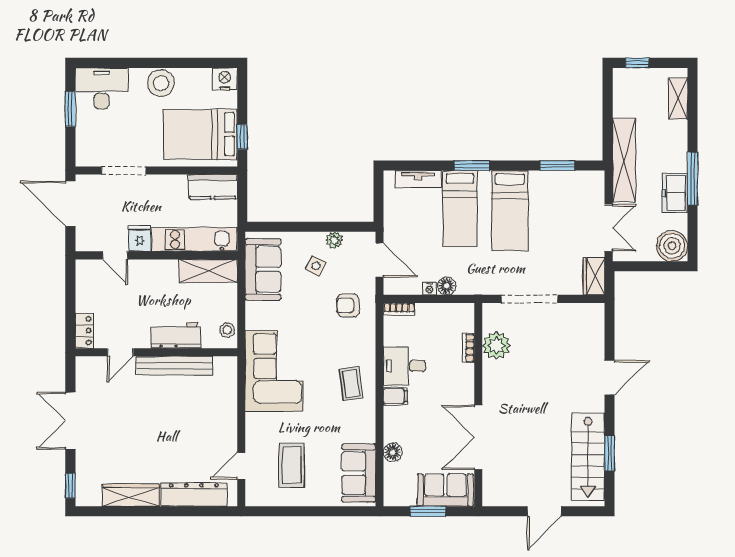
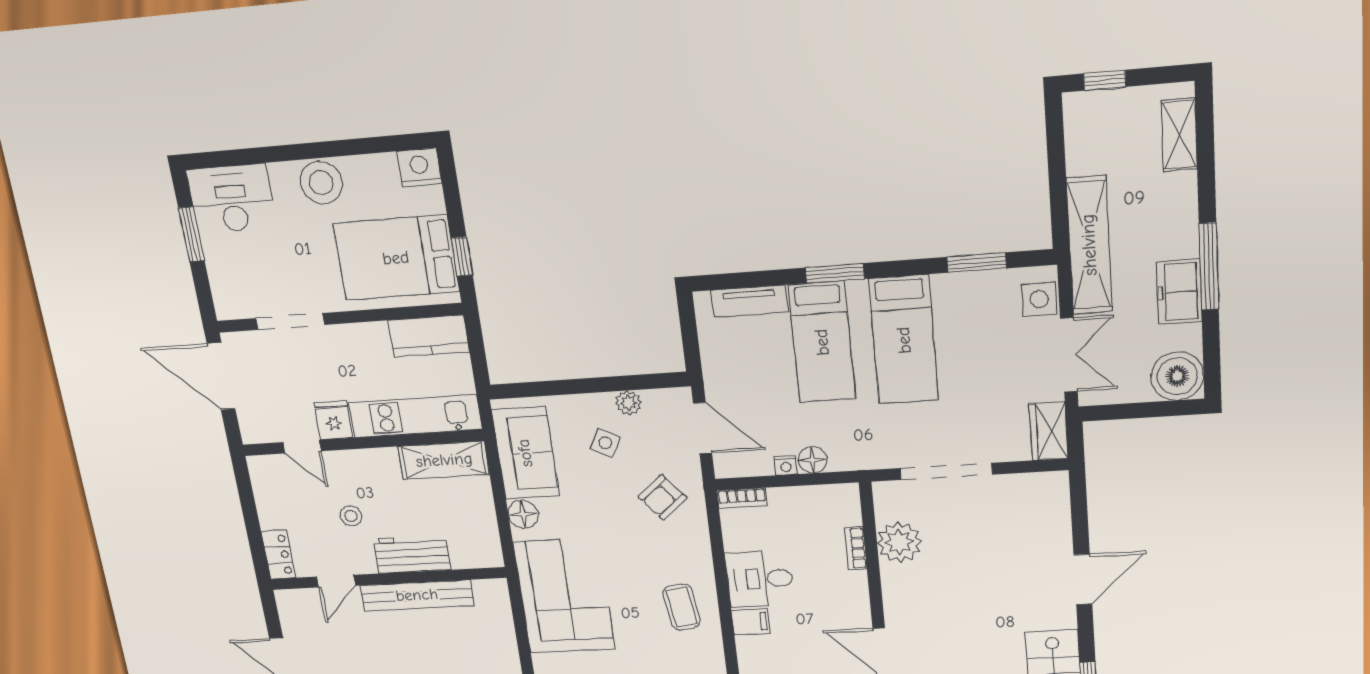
side table: (593, 191) -> (1039, 299), added
armchair: (348, 305) -> (663, 497), turned -40
floor lamp: (255, 312) -> (523, 514), added
stool: (227, 330) -> (351, 516), moved

